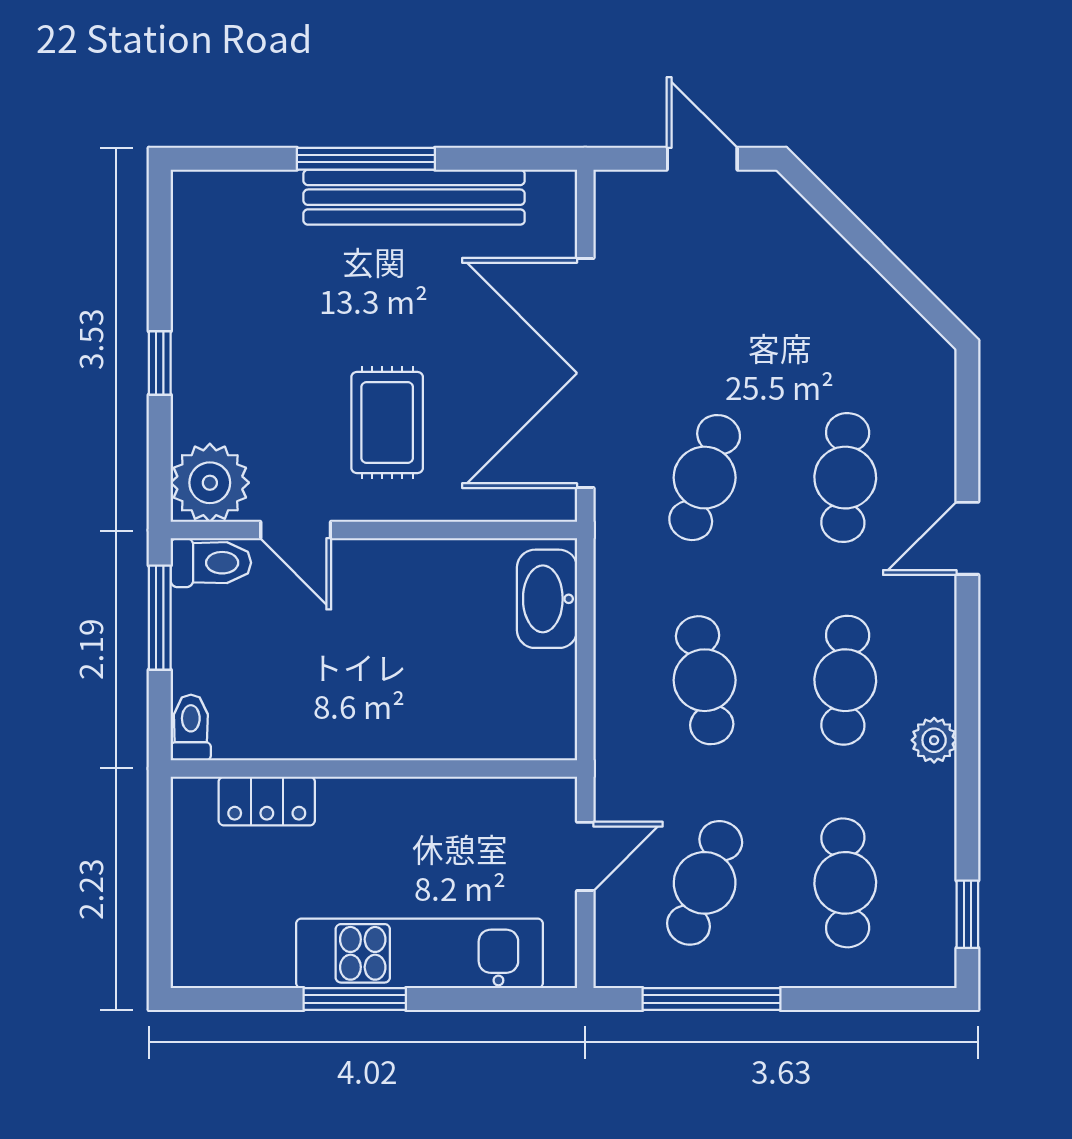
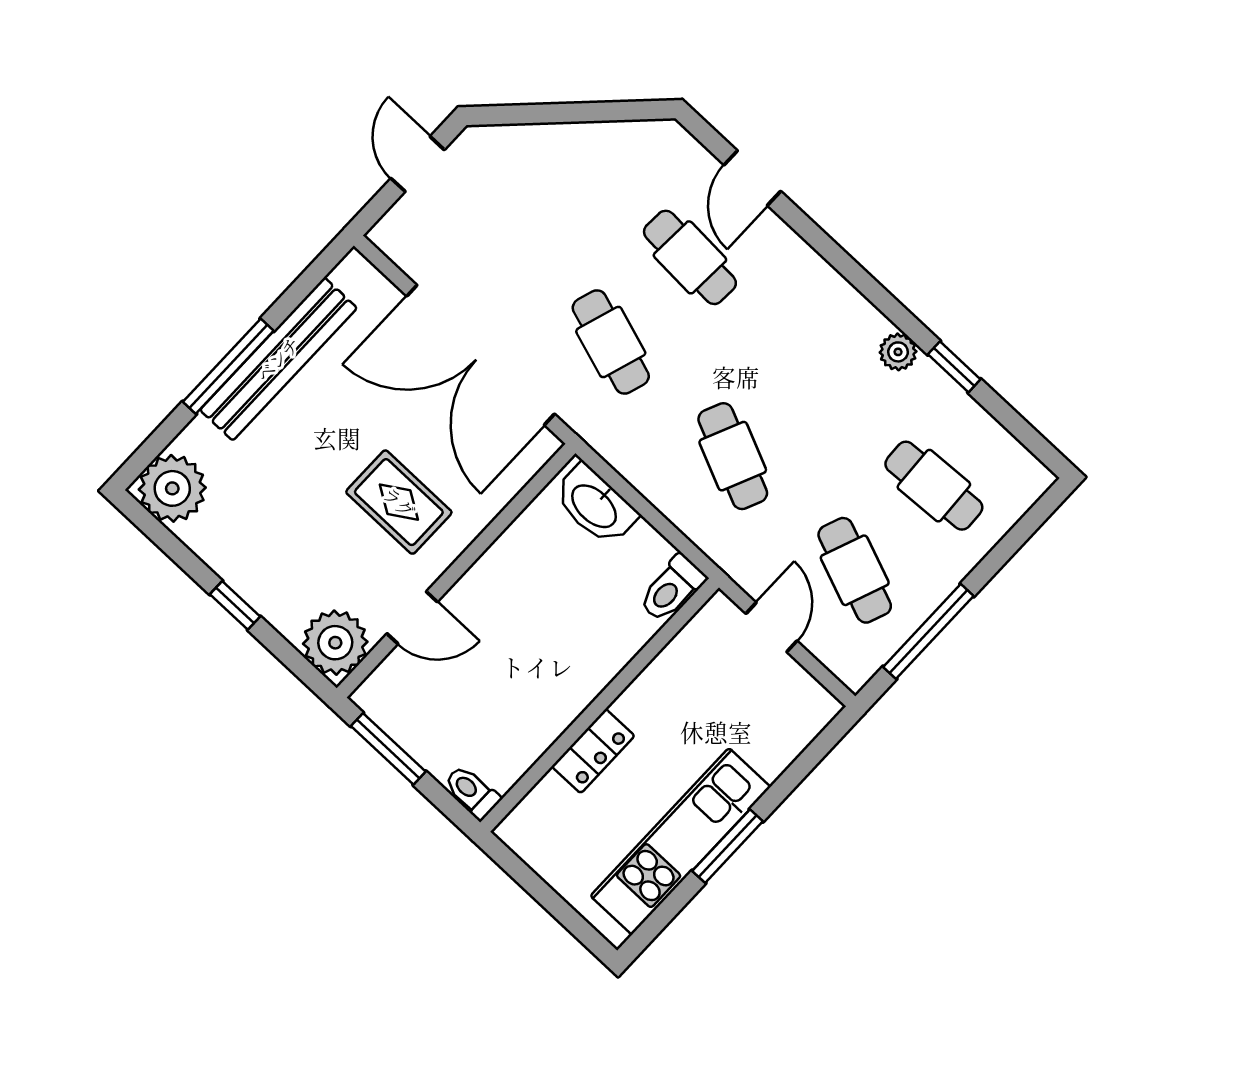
door: (702, 159) -> (418, 164), hinge flipped
plant: (211, 210) -> (172, 488), added
door: (967, 538) -> (752, 178), moved
toilet: (211, 563) -> (672, 589), moved, turned 180
cafe table: (705, 680) -> (733, 456), turned 33
cafe table: (845, 680) -> (812, 372), removed
locker: (267, 801) -> (593, 751), moved
window: (967, 914) -> (954, 367), moved
kitchen unit: (420, 953) -> (680, 841), moved

